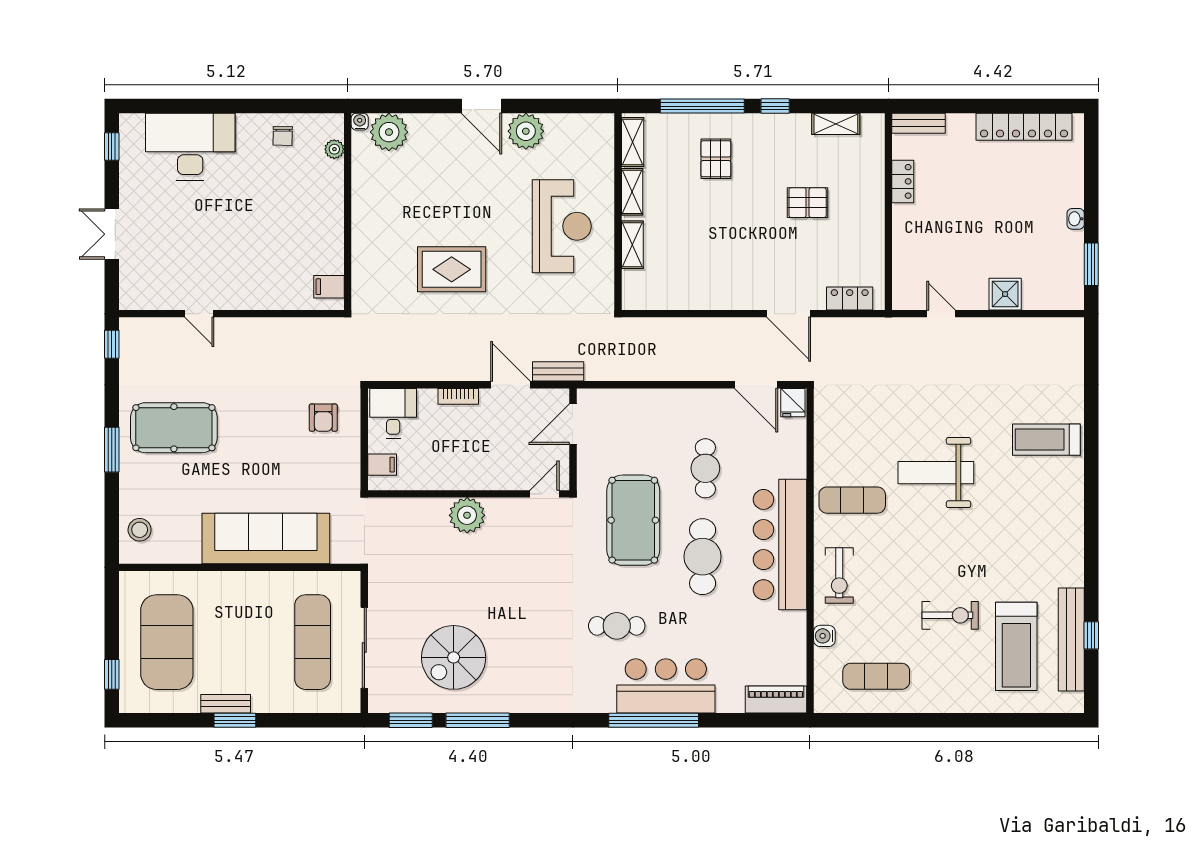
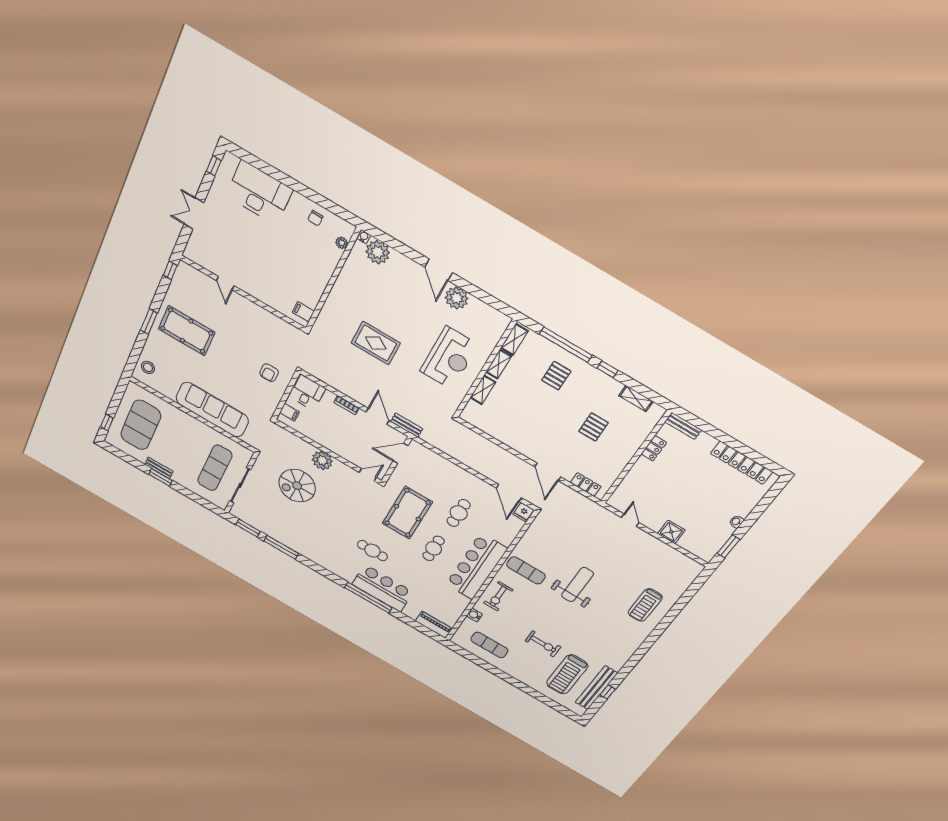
pallet: (808, 203) -> (593, 427), turned 90
treadmill: (1046, 440) -> (645, 605), turned -90
weight bench: (936, 473) -> (577, 585), turned 90
cafe table: (703, 557) -> (434, 548), width x0.73, depth x0.74
spiral stairs: (454, 657) -> (297, 486), moved

